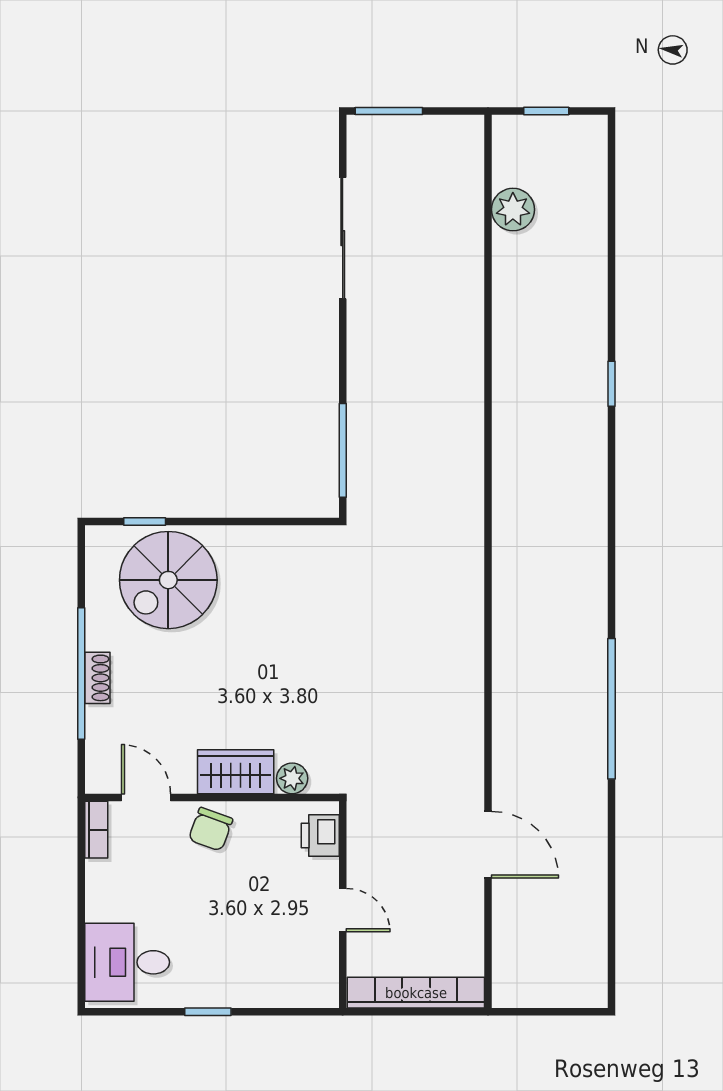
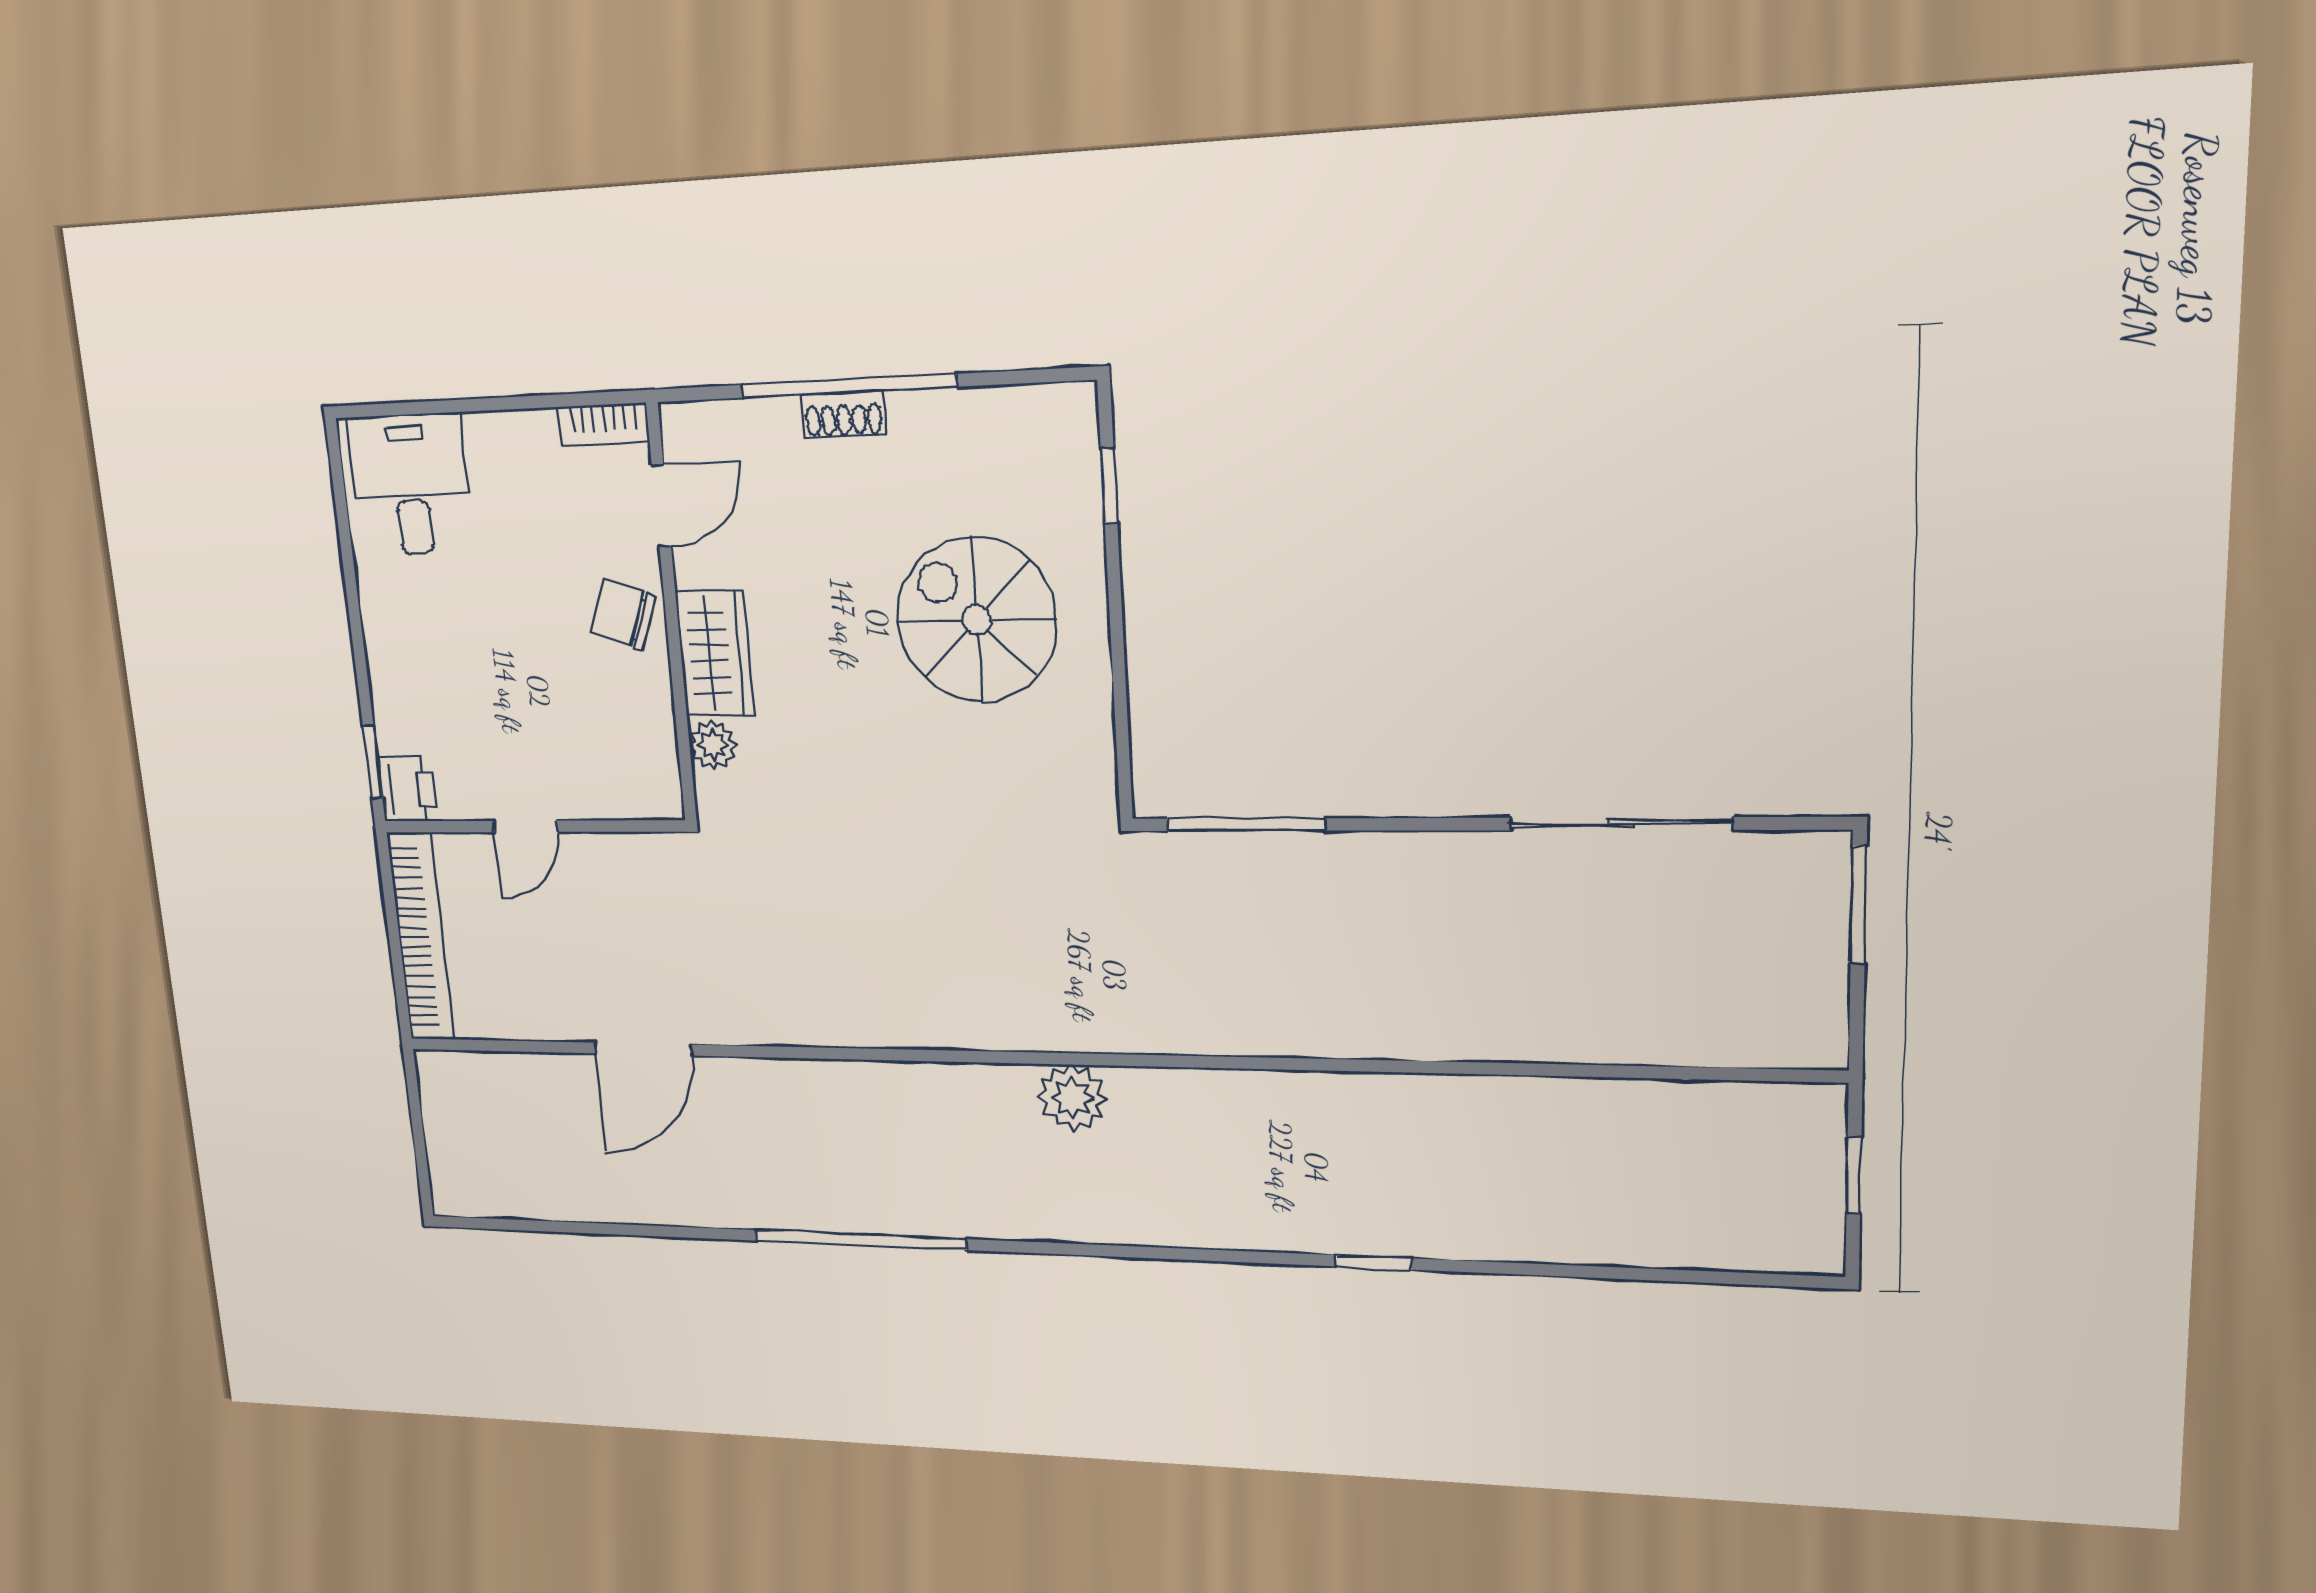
plant: (513, 210) -> (1072, 1098), moved
spiral stairs: (168, 580) -> (977, 620), moved
printer: (320, 836) -> (408, 789), moved, turned 90
window: (208, 1012) -> (373, 762), moved

